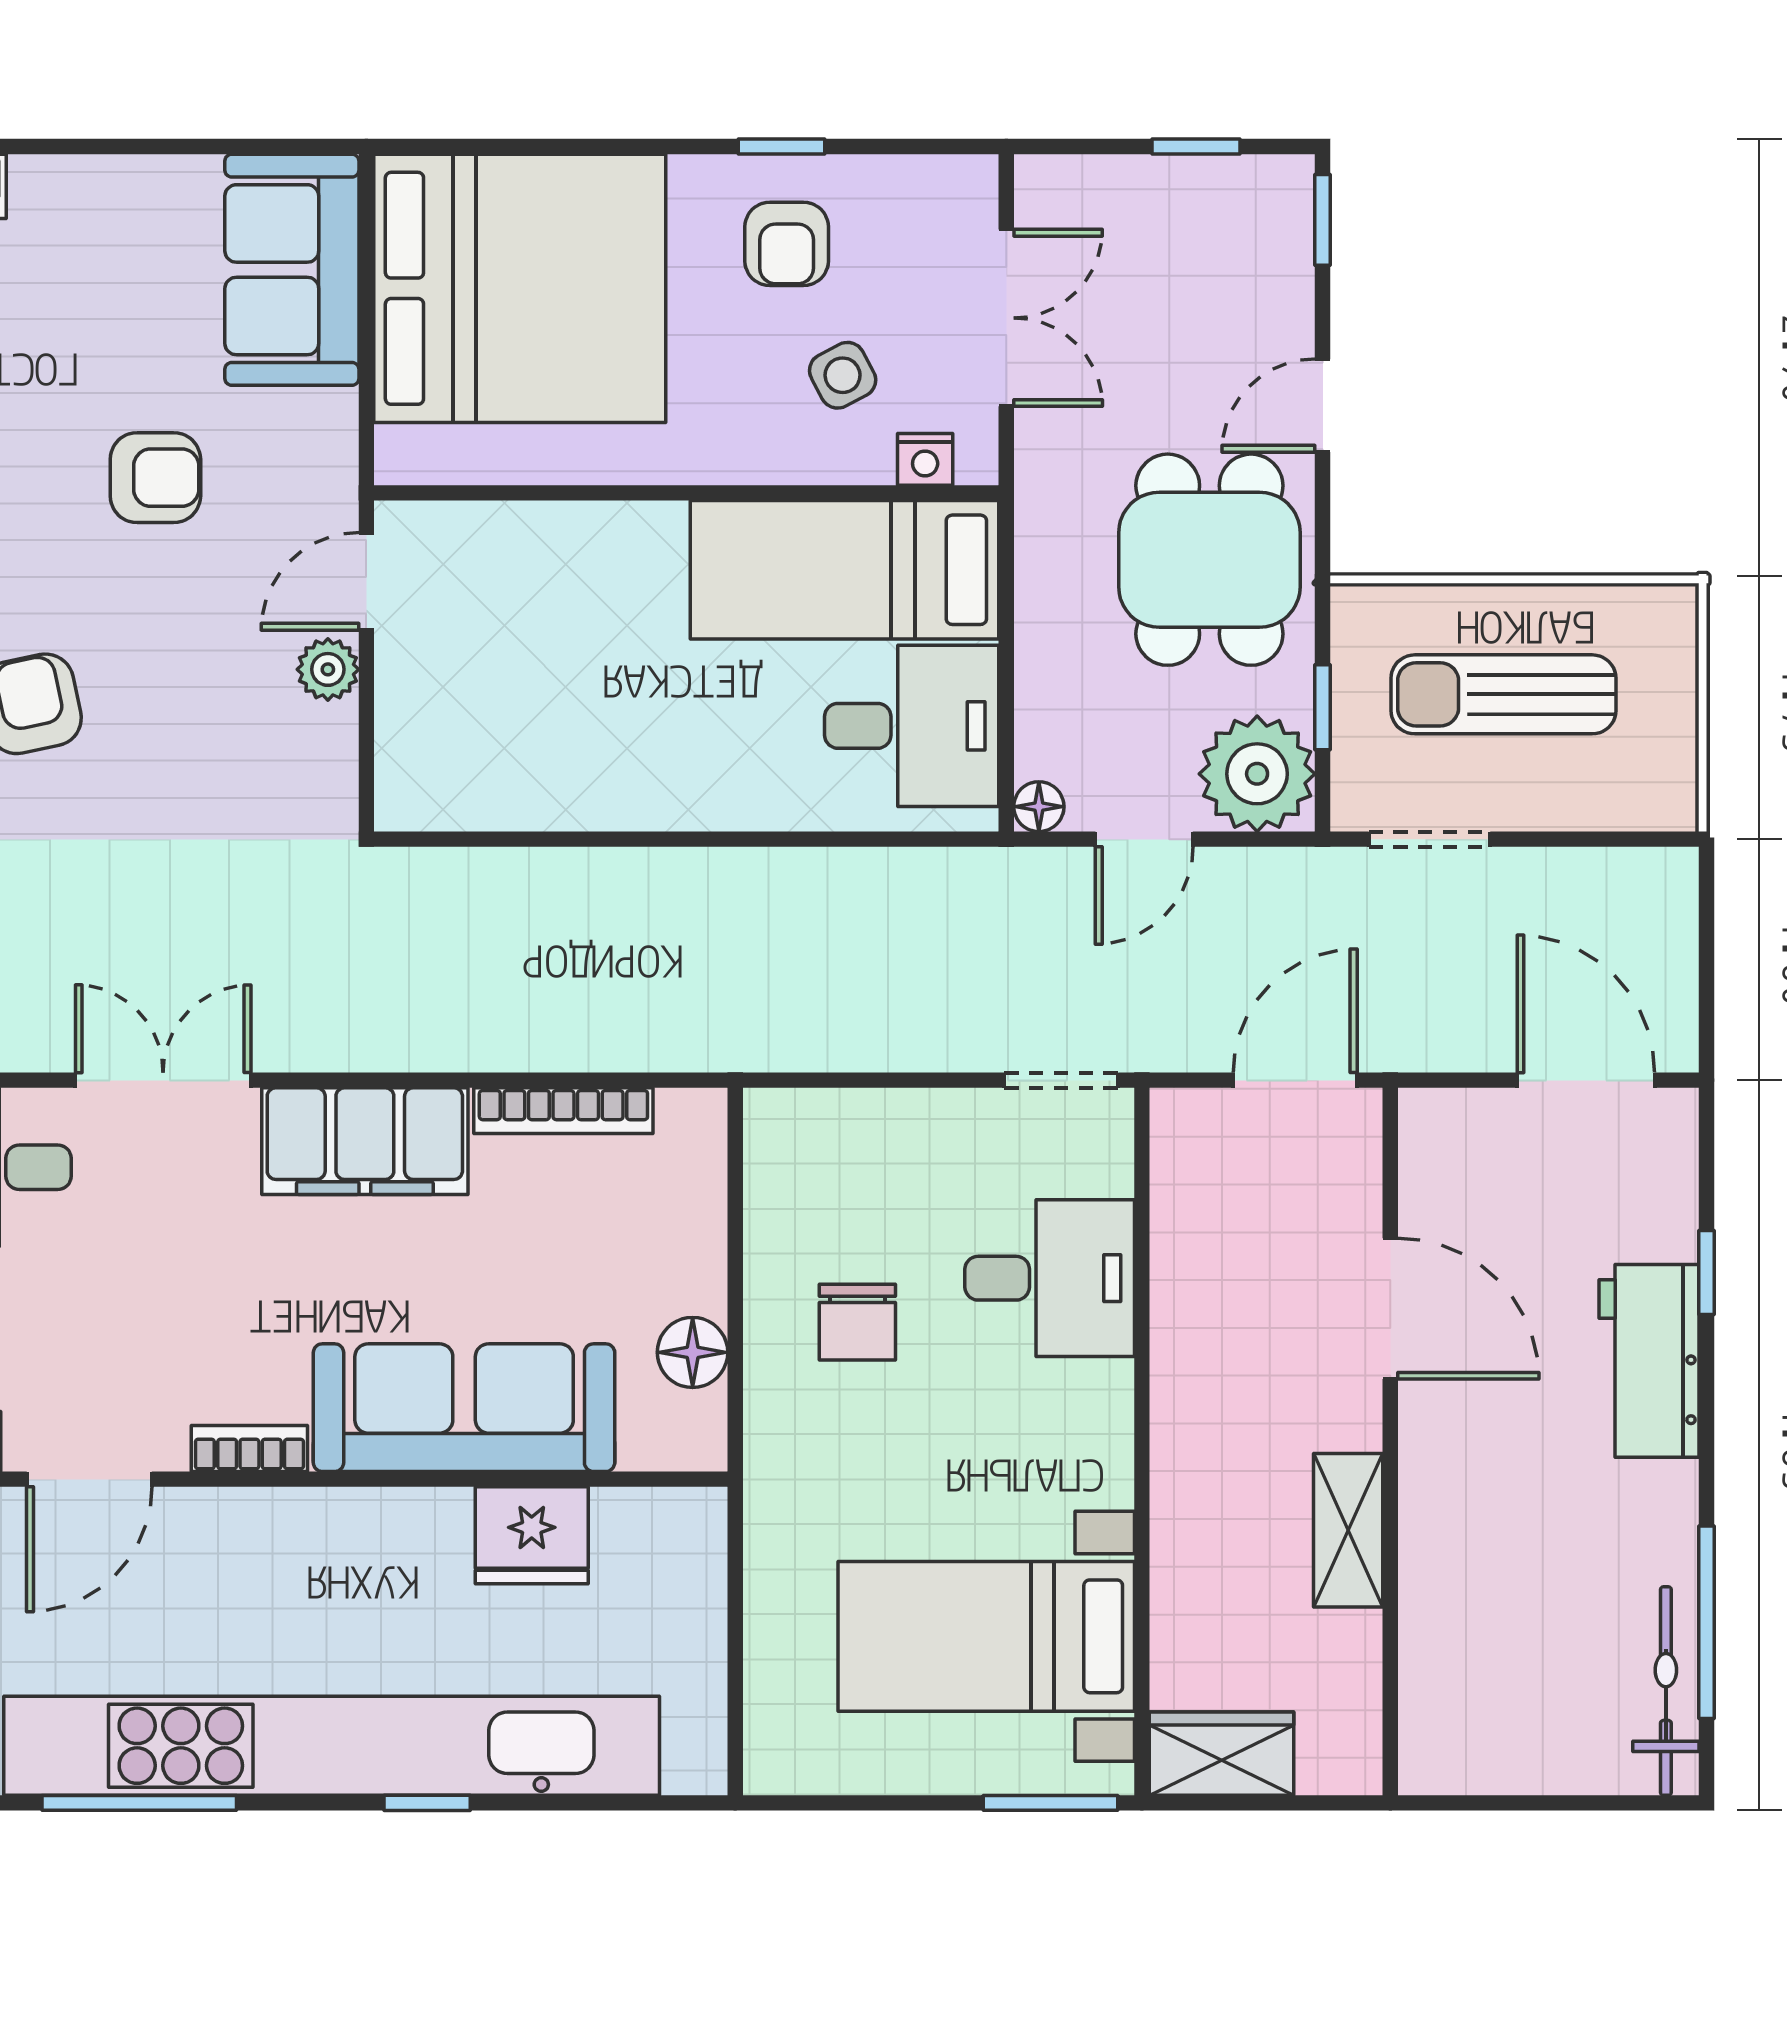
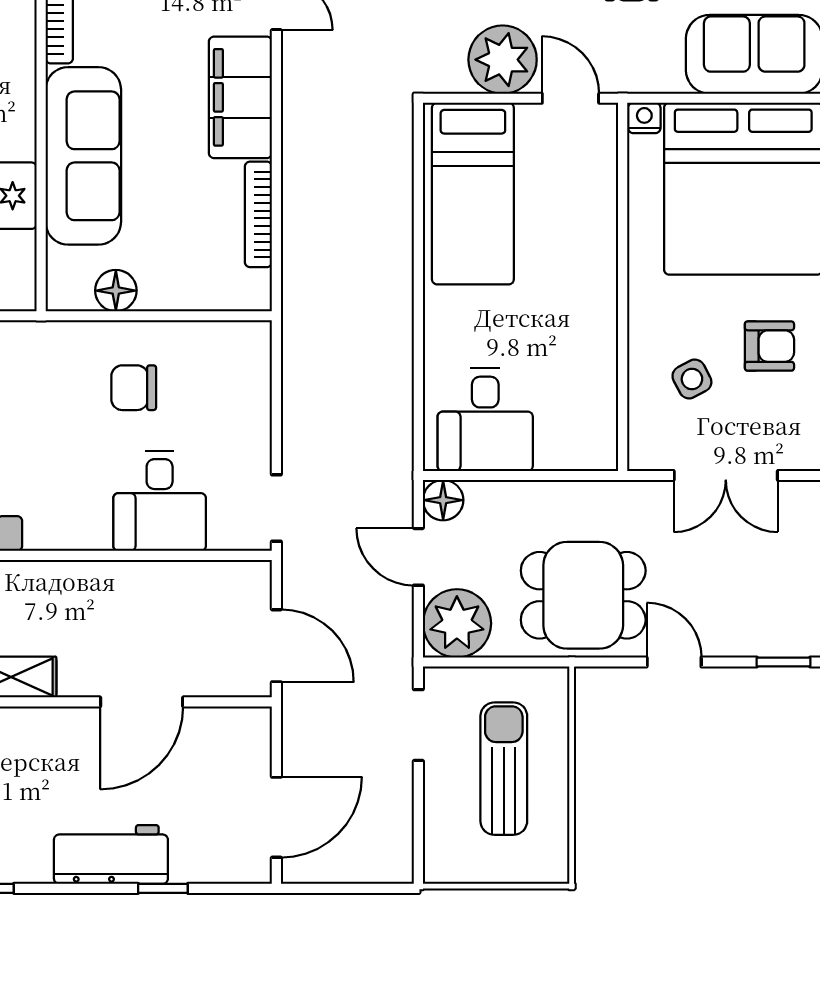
armchair: (787, 244) -> (769, 346), turned 180
nightstand: (925, 459) -> (644, 118), moved, turned 90
bed: (845, 570) -> (473, 194), moved, turned 180
plant: (328, 669) -> (503, 60), width x1.88, depth x1.88
window: (1323, 707) -> (496, 662), removed
floor lamp: (1039, 807) -> (443, 500), width x1.37, depth x1.37

